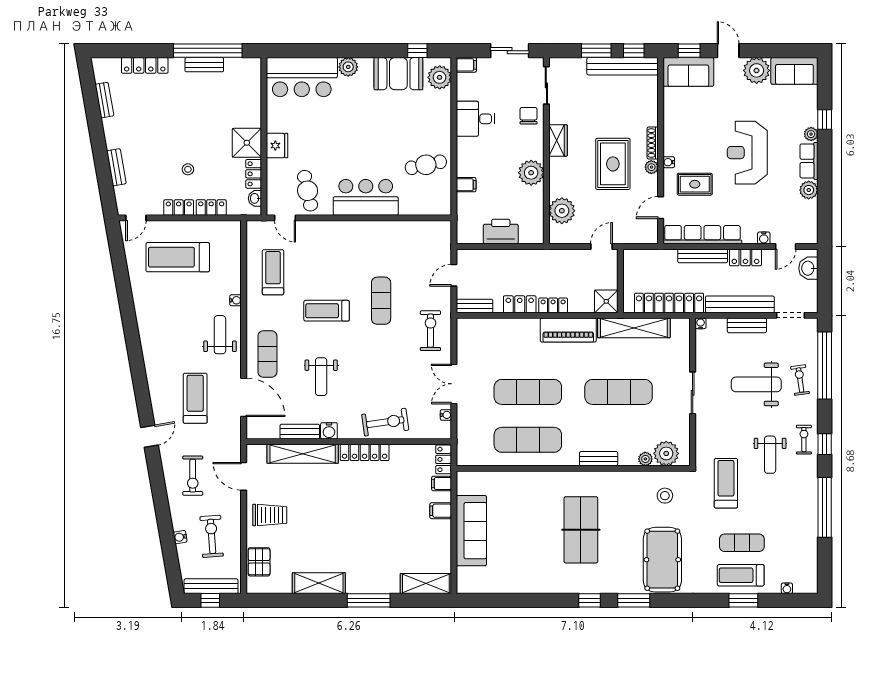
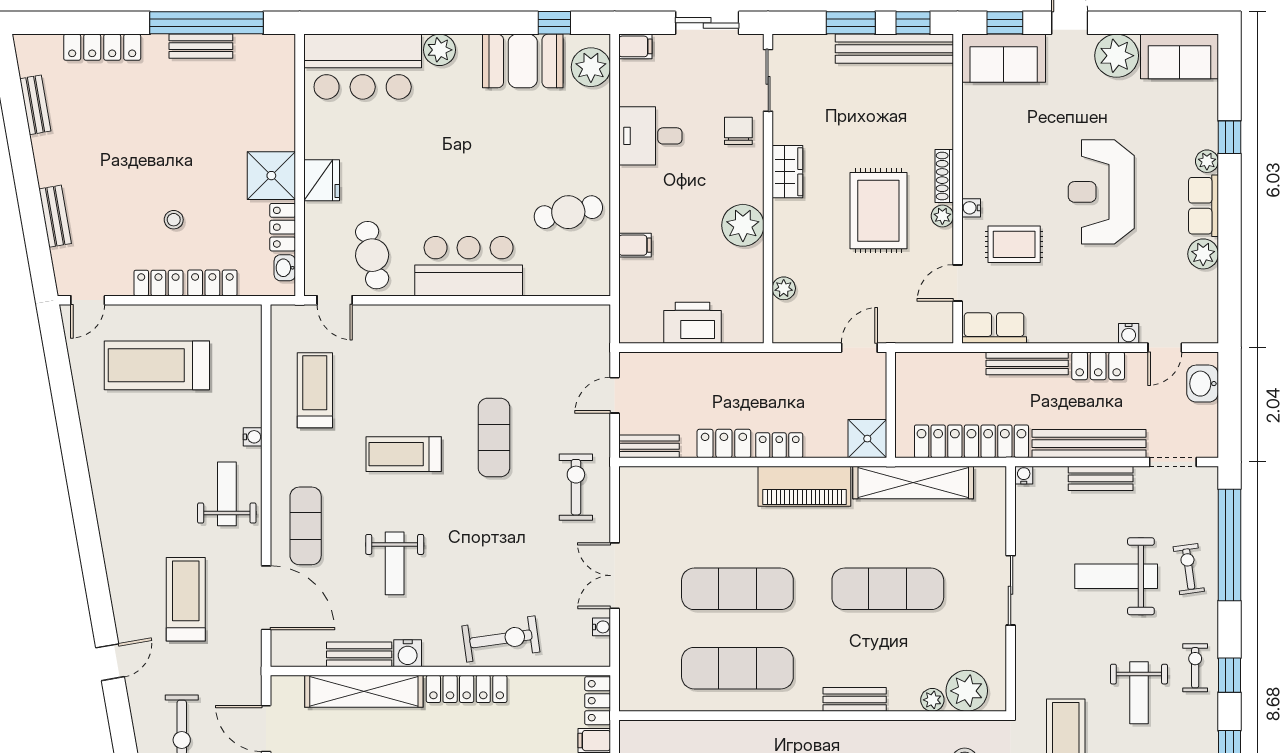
plant: (562, 211) -> (784, 288), width x0.53, depth x0.53
row of seats: (702, 235) -> (994, 328), width x0.50

